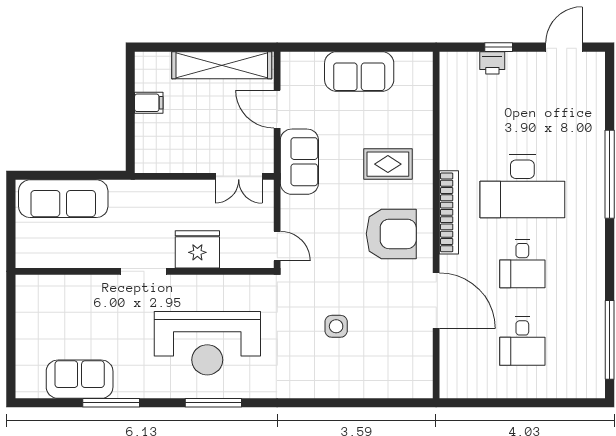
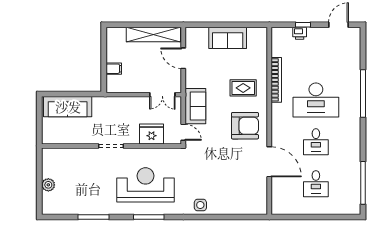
filing cabinet: (149, 103) -> (114, 69), moved
sofa: (299, 162) -> (195, 106), moved
bookcase: (449, 212) -> (276, 80), moved
fridge: (197, 249) -> (151, 134), moved
side table: (336, 326) -> (200, 205), moved
plant: (28, 343) -> (48, 185), added
reception desk: (207, 343) -> (146, 185), turned 180
sofa: (80, 379) -> (76, 204), removed

